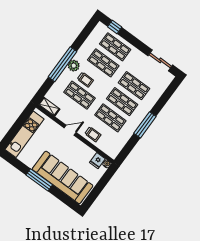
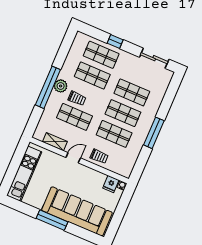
window: (115, 27) -> (115, 41), moved
shelving: (49, 106) -> (55, 142), moved

